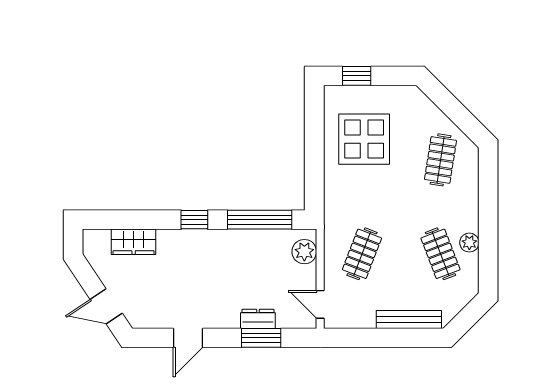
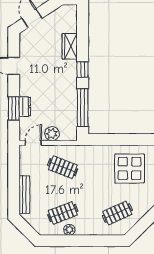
clothes rail: (440, 160) -> (117, 213), turned -33
wardrobe: (134, 242) -> (70, 46), moved
plant: (304, 252) -> (52, 134), moved

